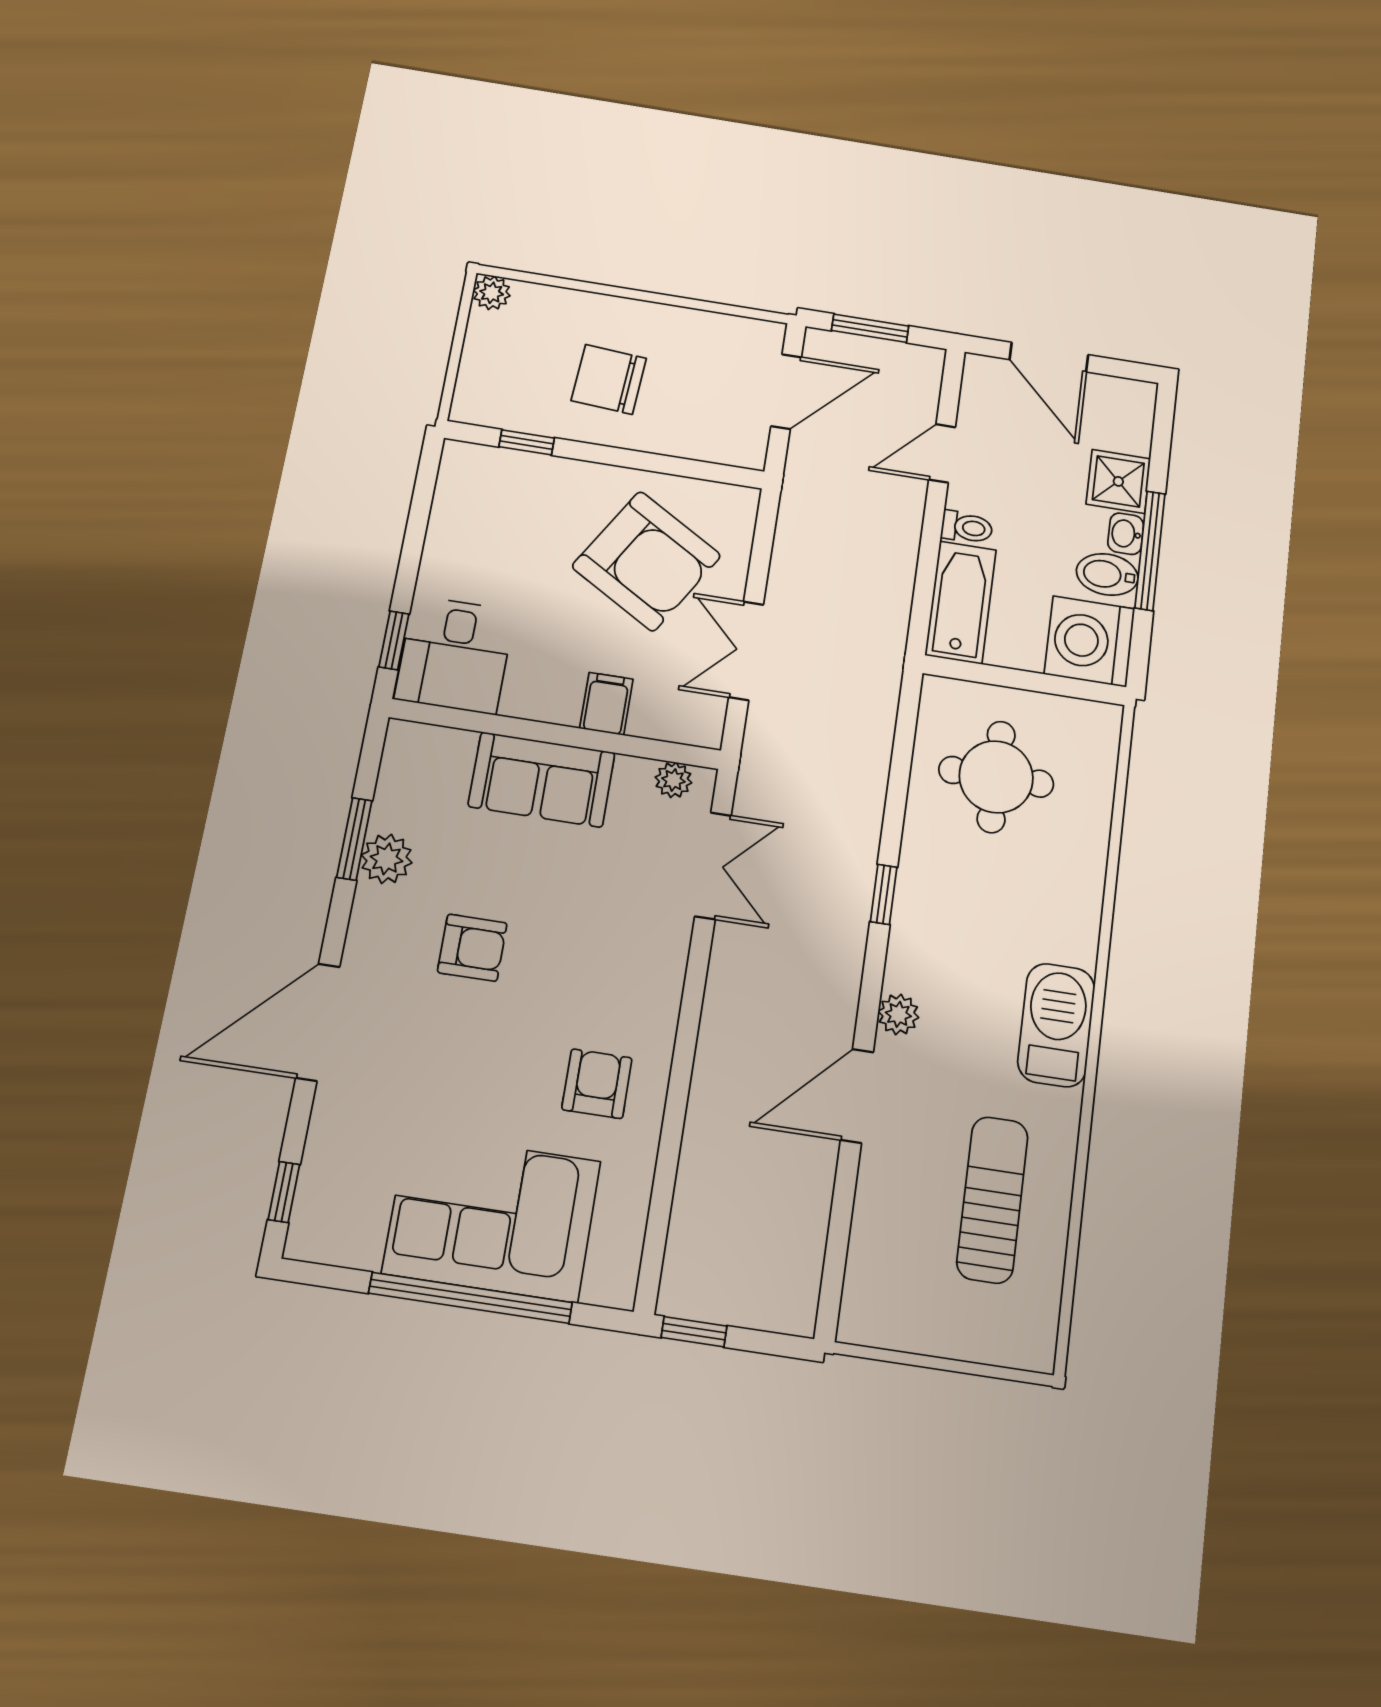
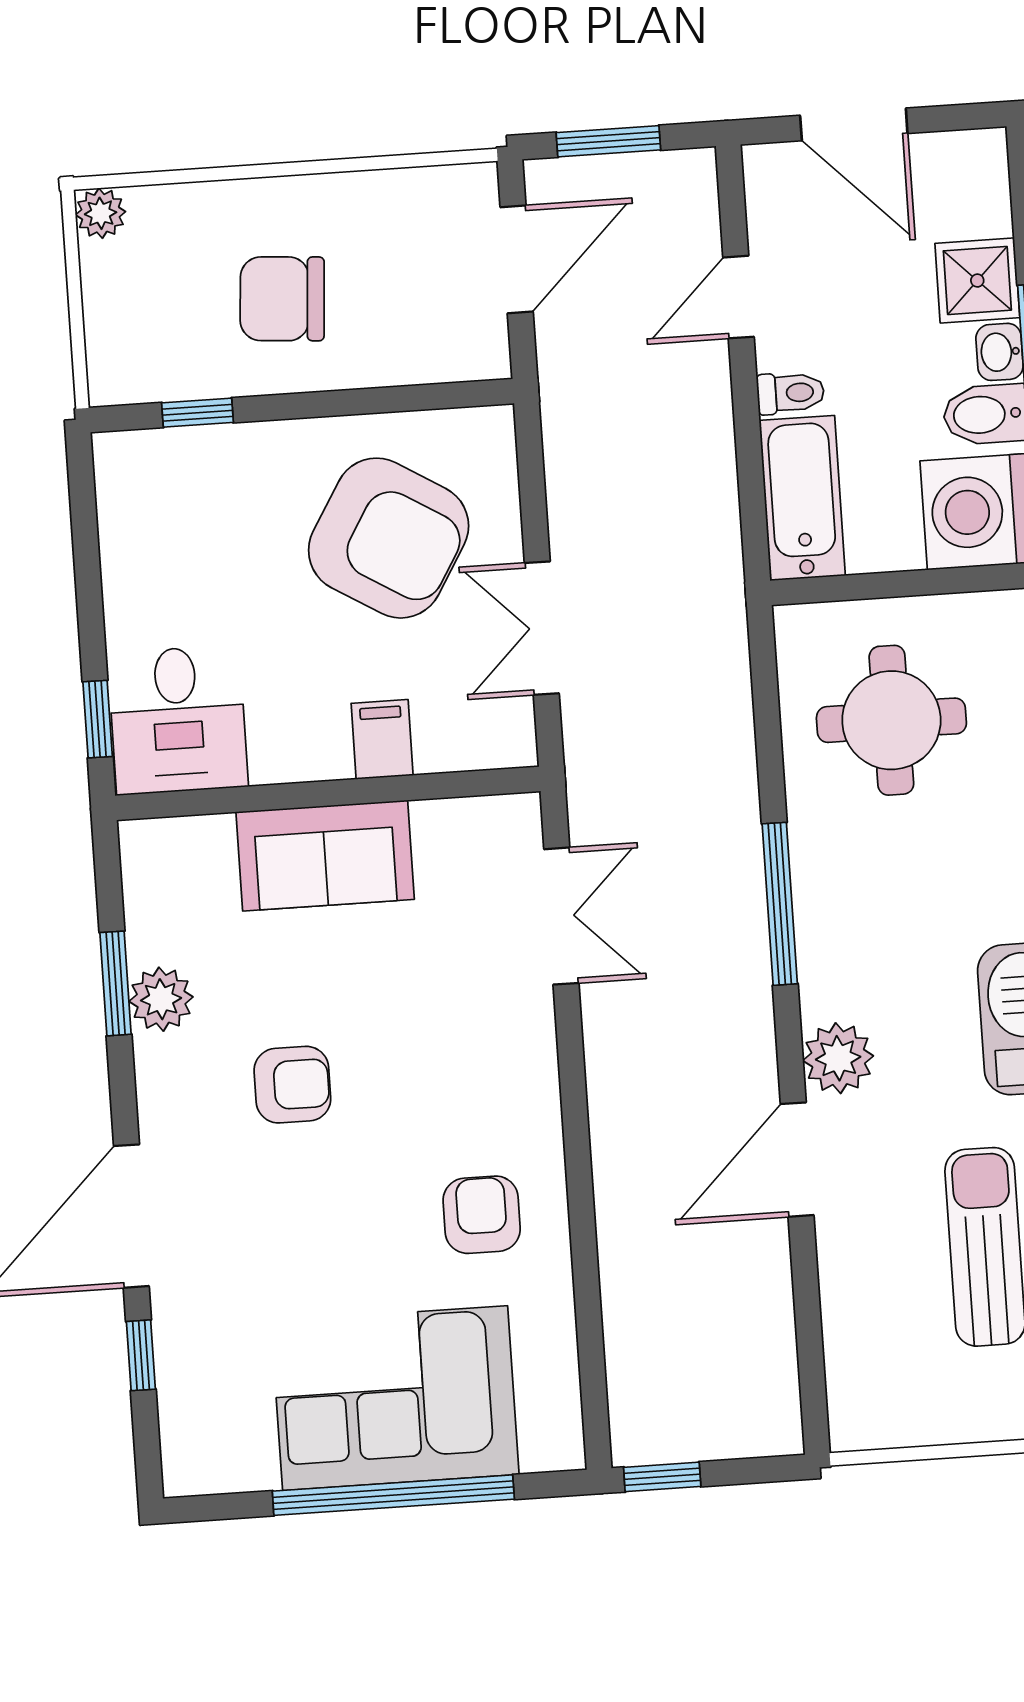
plant: (673, 780) -> (488, 818), removed
window: (884, 894) -> (780, 904), width x2.17
plant: (898, 1014) -> (838, 1058), width x1.38, depth x1.38
window: (284, 1192) -> (141, 1355), moved

